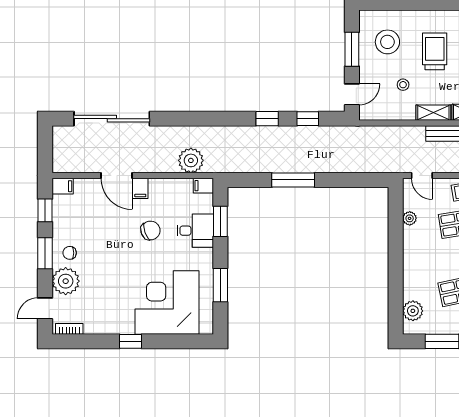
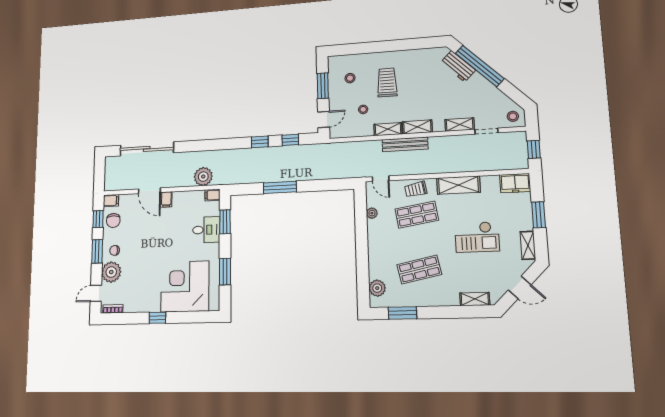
stool: (387, 42) -> (350, 78), width x0.53, depth x0.53
chair: (150, 230) -> (113, 221), moved, turned 110

